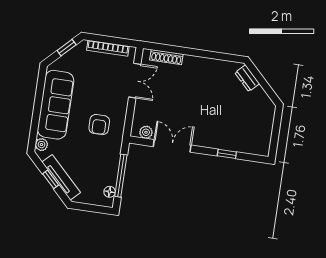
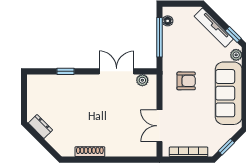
shoe rack: (166, 57) -> (90, 152), moved
dresser: (247, 78) -> (40, 126), moved
armchair: (99, 125) -> (186, 81), turned 90
double door: (172, 146) -> (117, 71), swing flipped
window: (51, 179) -> (233, 34), moved

